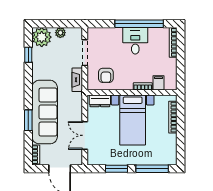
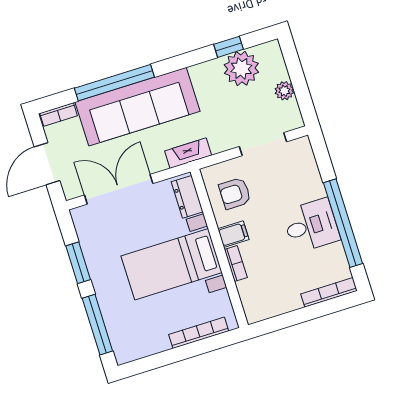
plant: (42, 37) -> (241, 68), moved
fireplace: (77, 80) -> (188, 153), moved
filing cabinet: (158, 83) -> (233, 234), moved
window: (28, 120) -> (114, 83), width x2.11
double door: (85, 135) -> (119, 189), width x1.37

